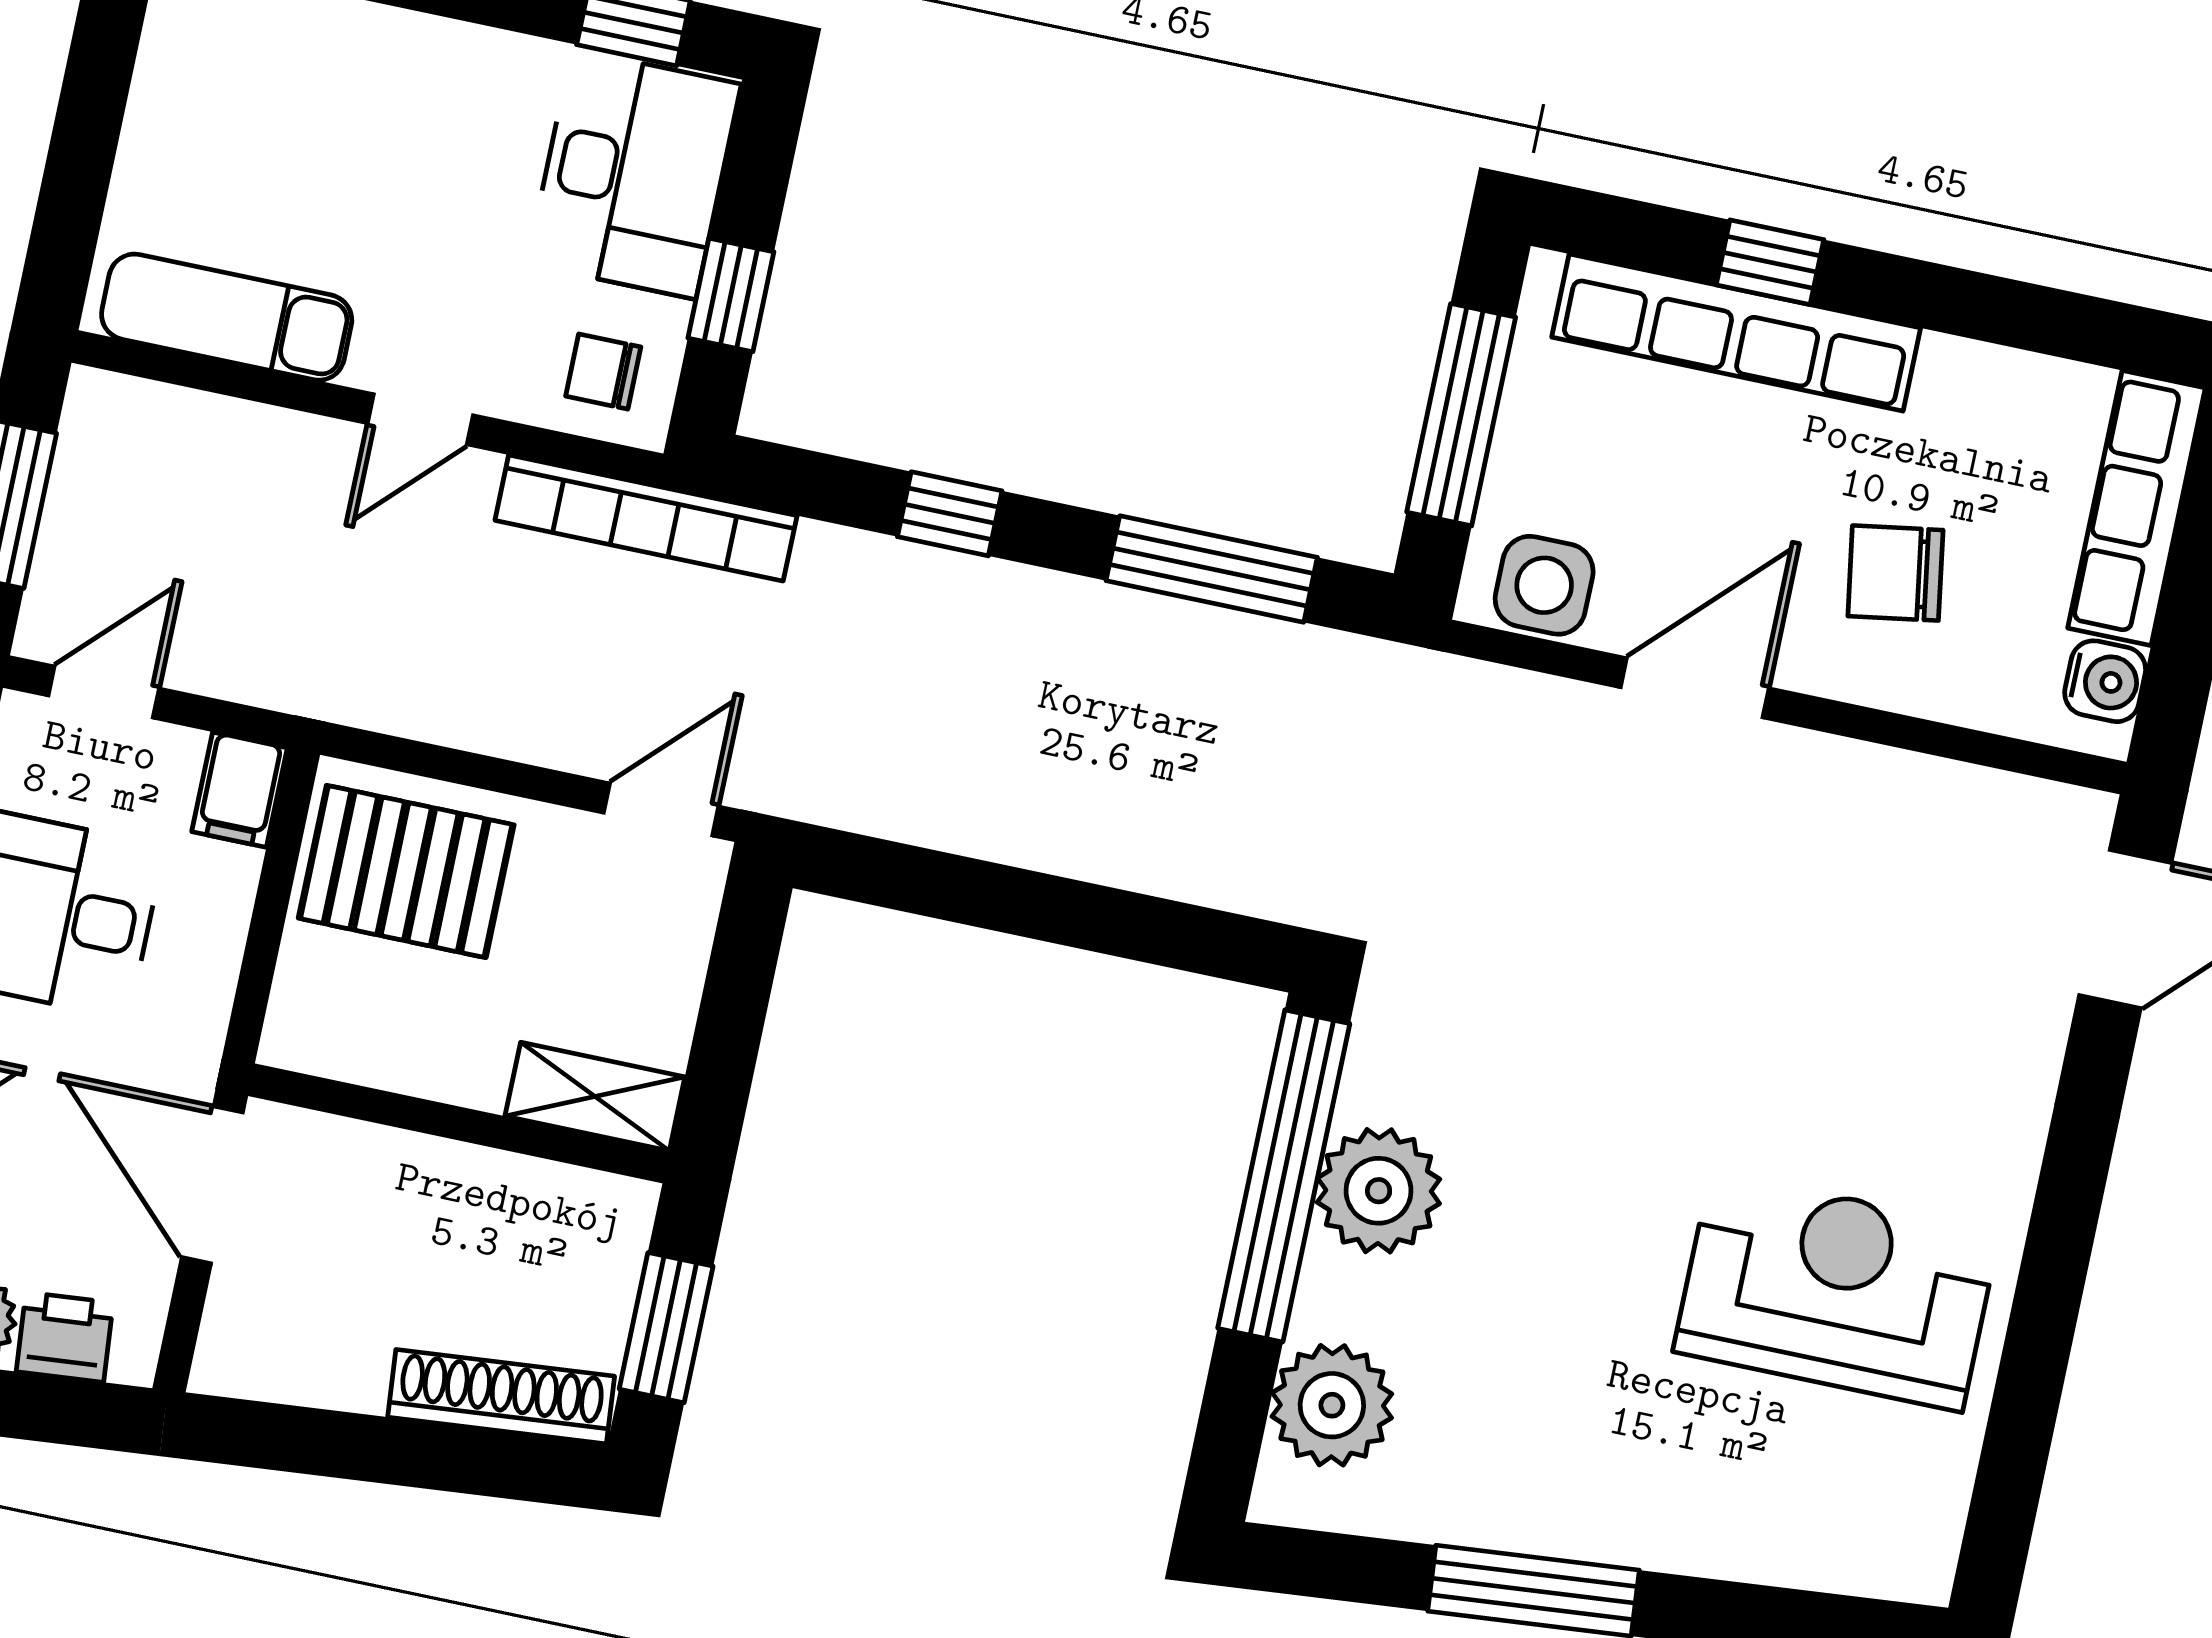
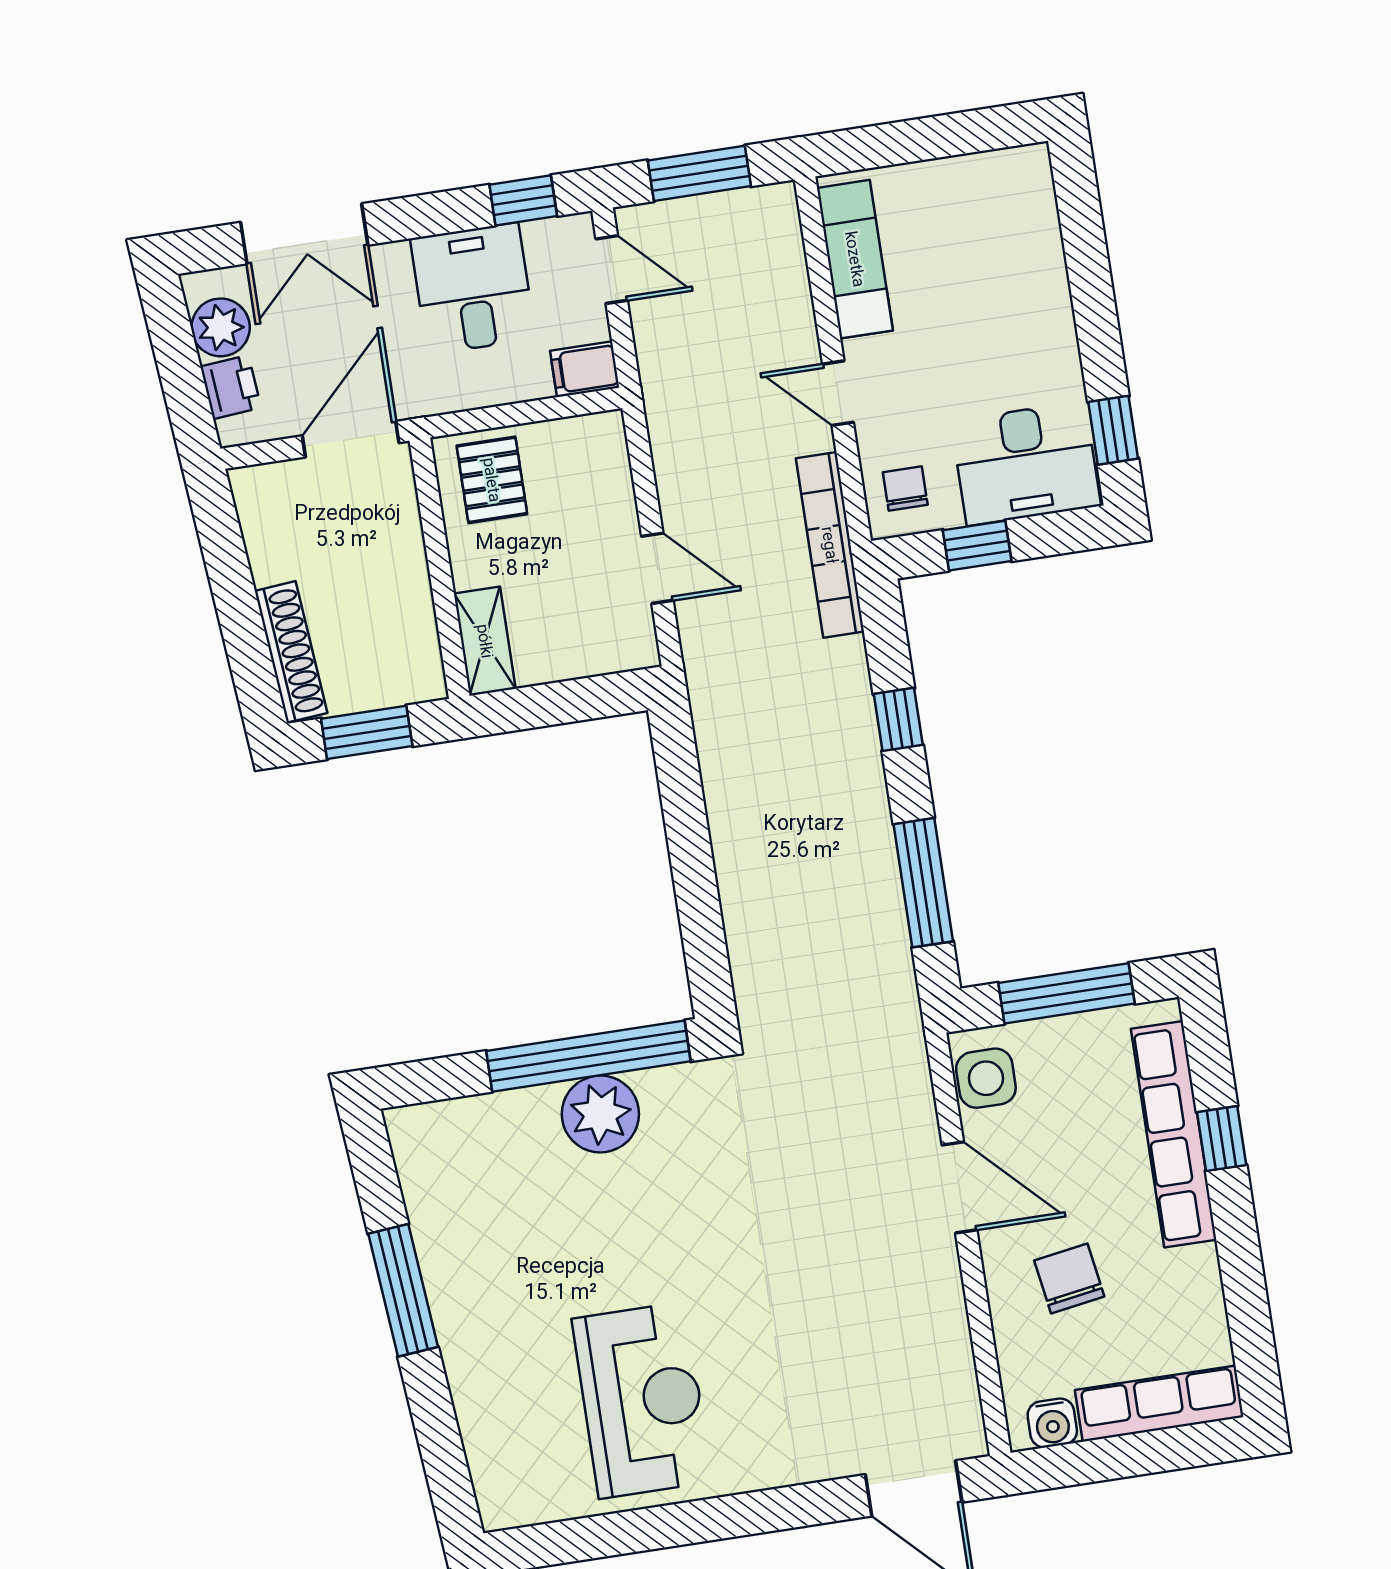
door: (661, 810) -> (657, 568), moved
pallet: (406, 871) -> (492, 480), moved, width x0.67, depth x0.71
plant: (1332, 1405) -> (466, 1134), removed

